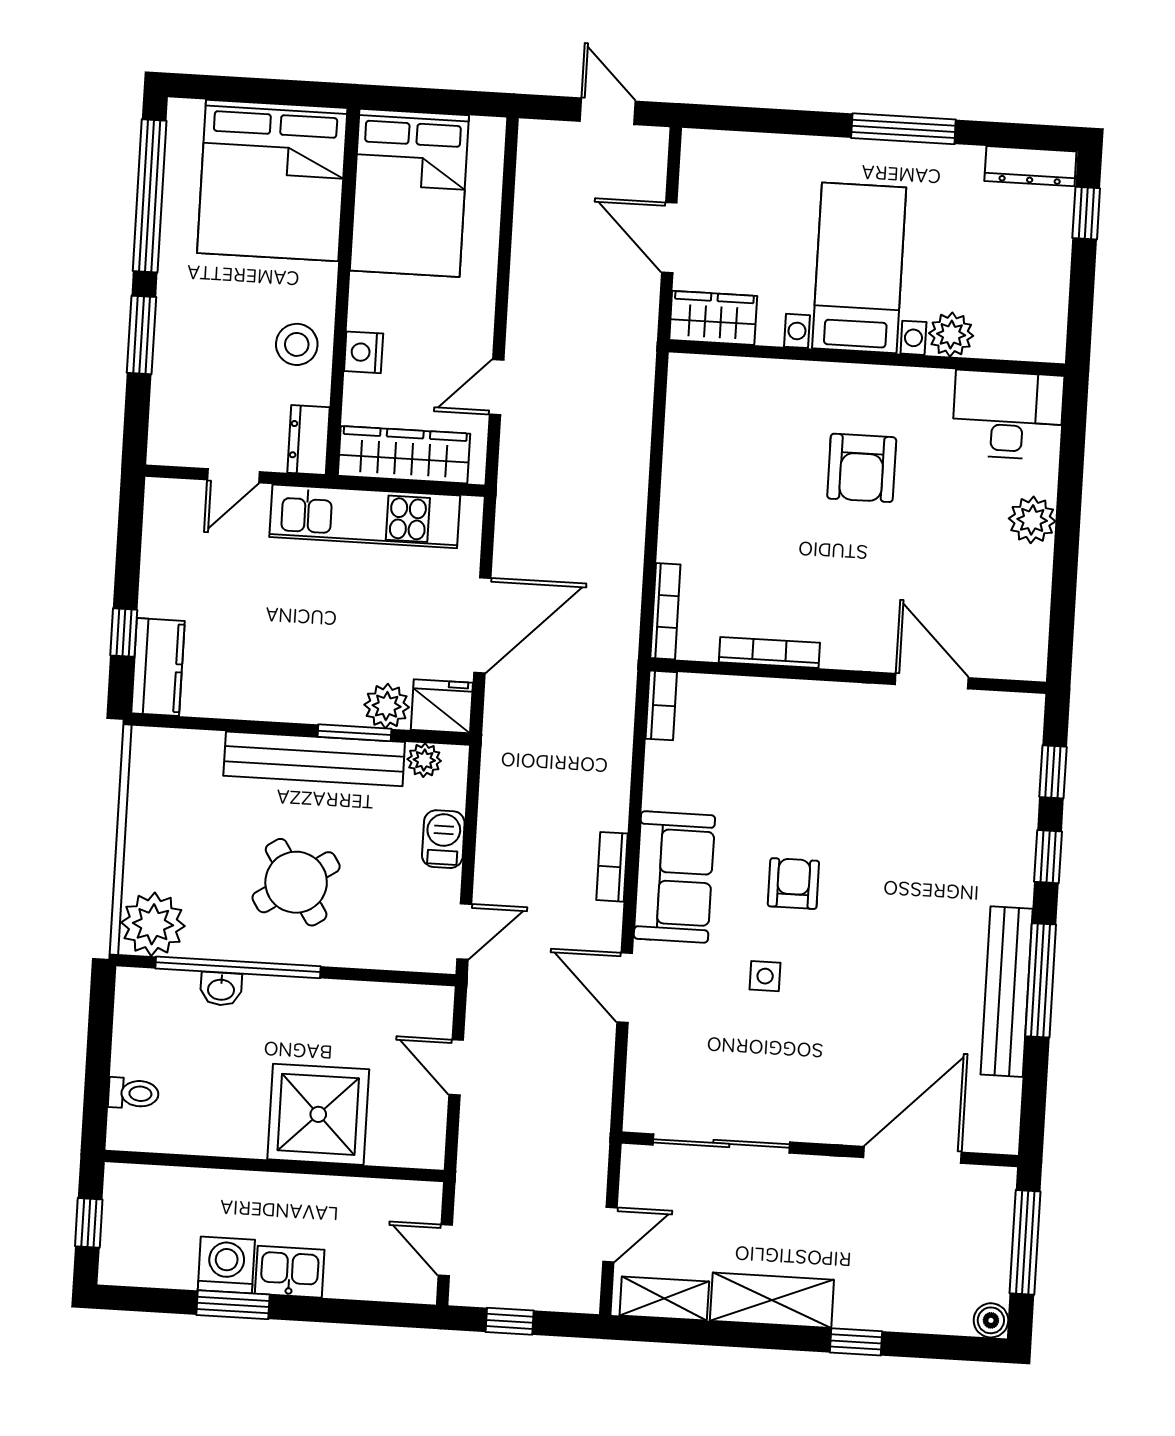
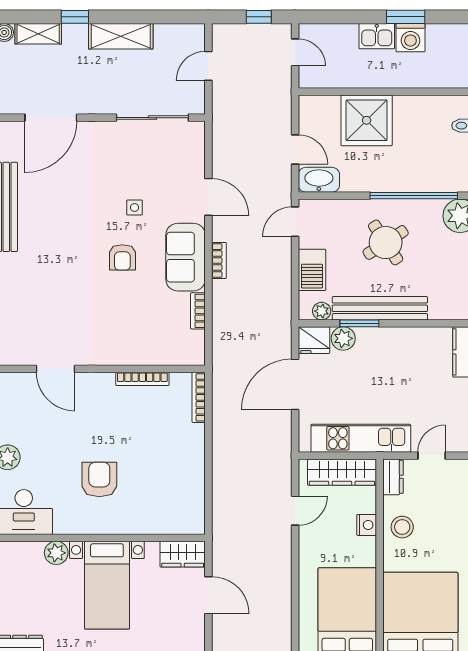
bookcase: (661, 705) -> (198, 311), moved
barbecue: (443, 839) -> (312, 270), width x1.38, depth x1.27
washbasin: (221, 989) -> (319, 180), moved, width x1.91, depth x1.45
shelving: (664, 1298) -> (38, 34), moved

